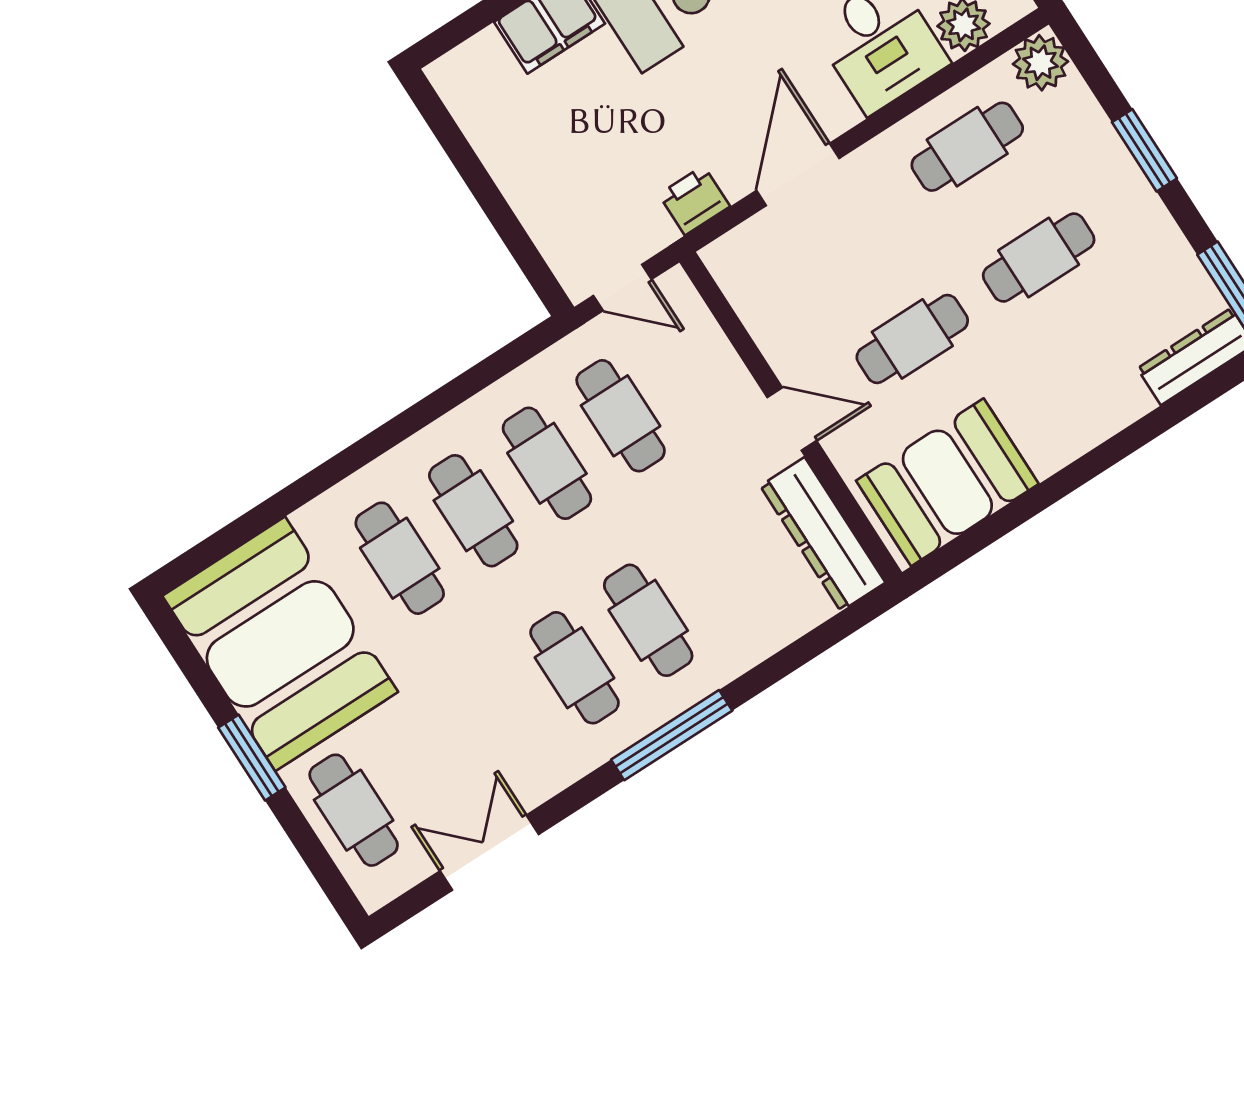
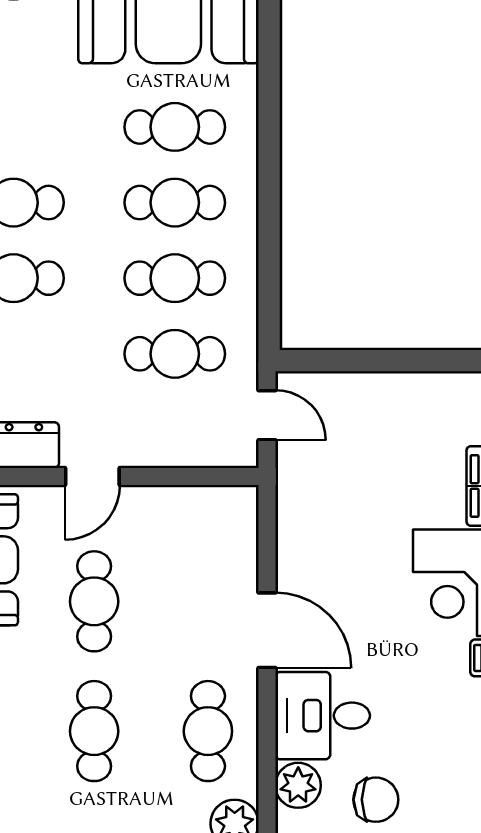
door: (798, 174) -> (267, 630), moved
printer: (694, 200) -> (297, 508), removed
door: (622, 288) -> (267, 415), swing flipped

